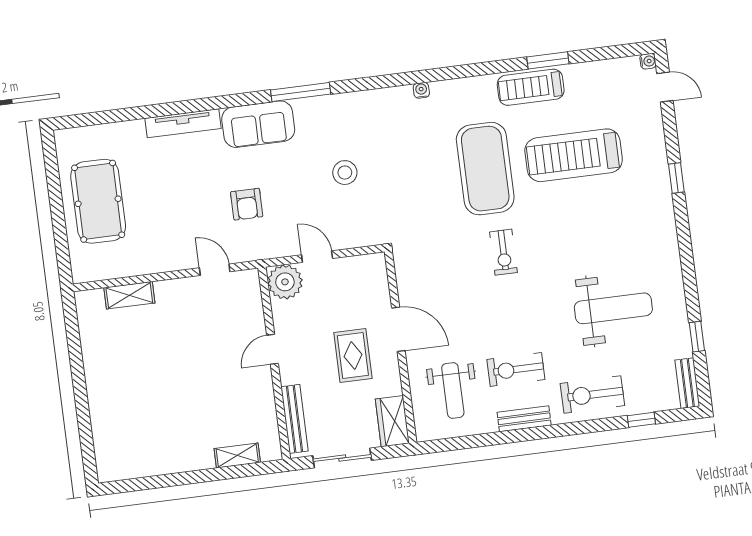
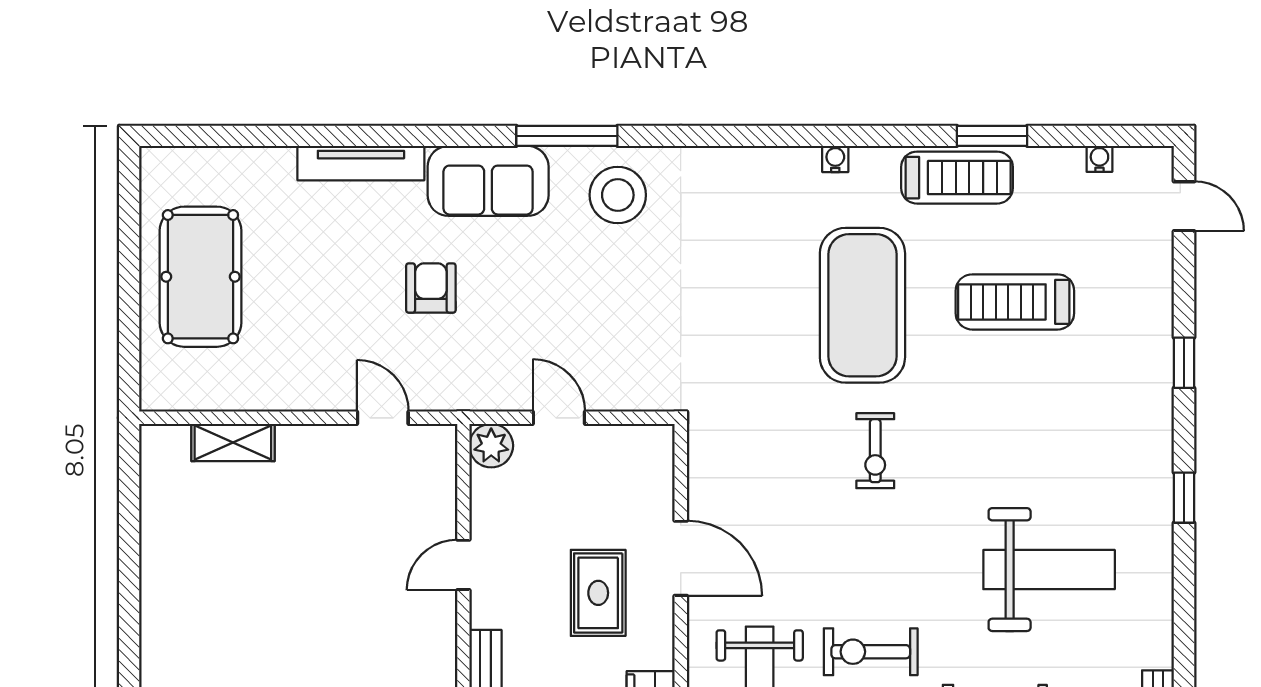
water cooler: (648, 61) -> (1099, 159), moved, turned -90
treadmill: (531, 87) -> (957, 178), turned 180
water cooler: (421, 90) -> (835, 159), moved
treadmill: (574, 155) -> (1015, 302), width x0.73, depth x0.73
stool: (345, 173) -> (618, 195), moved, width x1.38, depth x1.38
armchair: (247, 204) -> (431, 288), moved, turned 180
plant: (285, 282) -> (491, 446), width x0.73, depth x0.73
window: (697, 337) -> (1184, 498), moved

